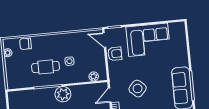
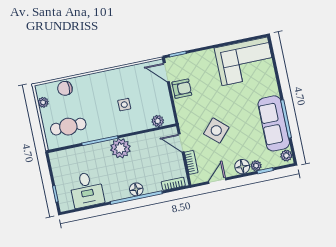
corner sofa: (148, 40) -> (245, 61), moved
cafe table: (46, 67) -> (68, 127), moved
door: (110, 95) -> (181, 143), hinge flipped

